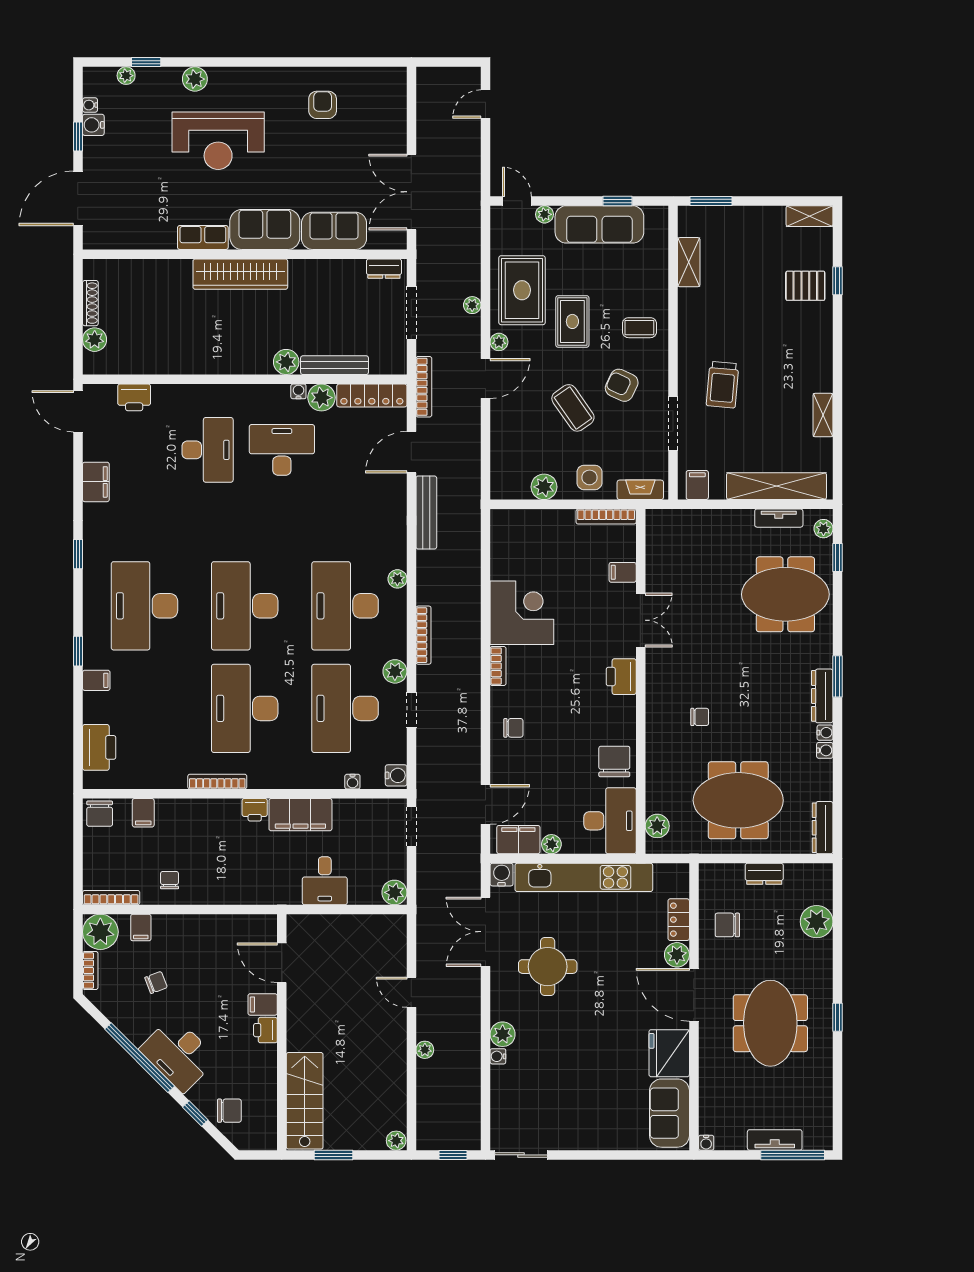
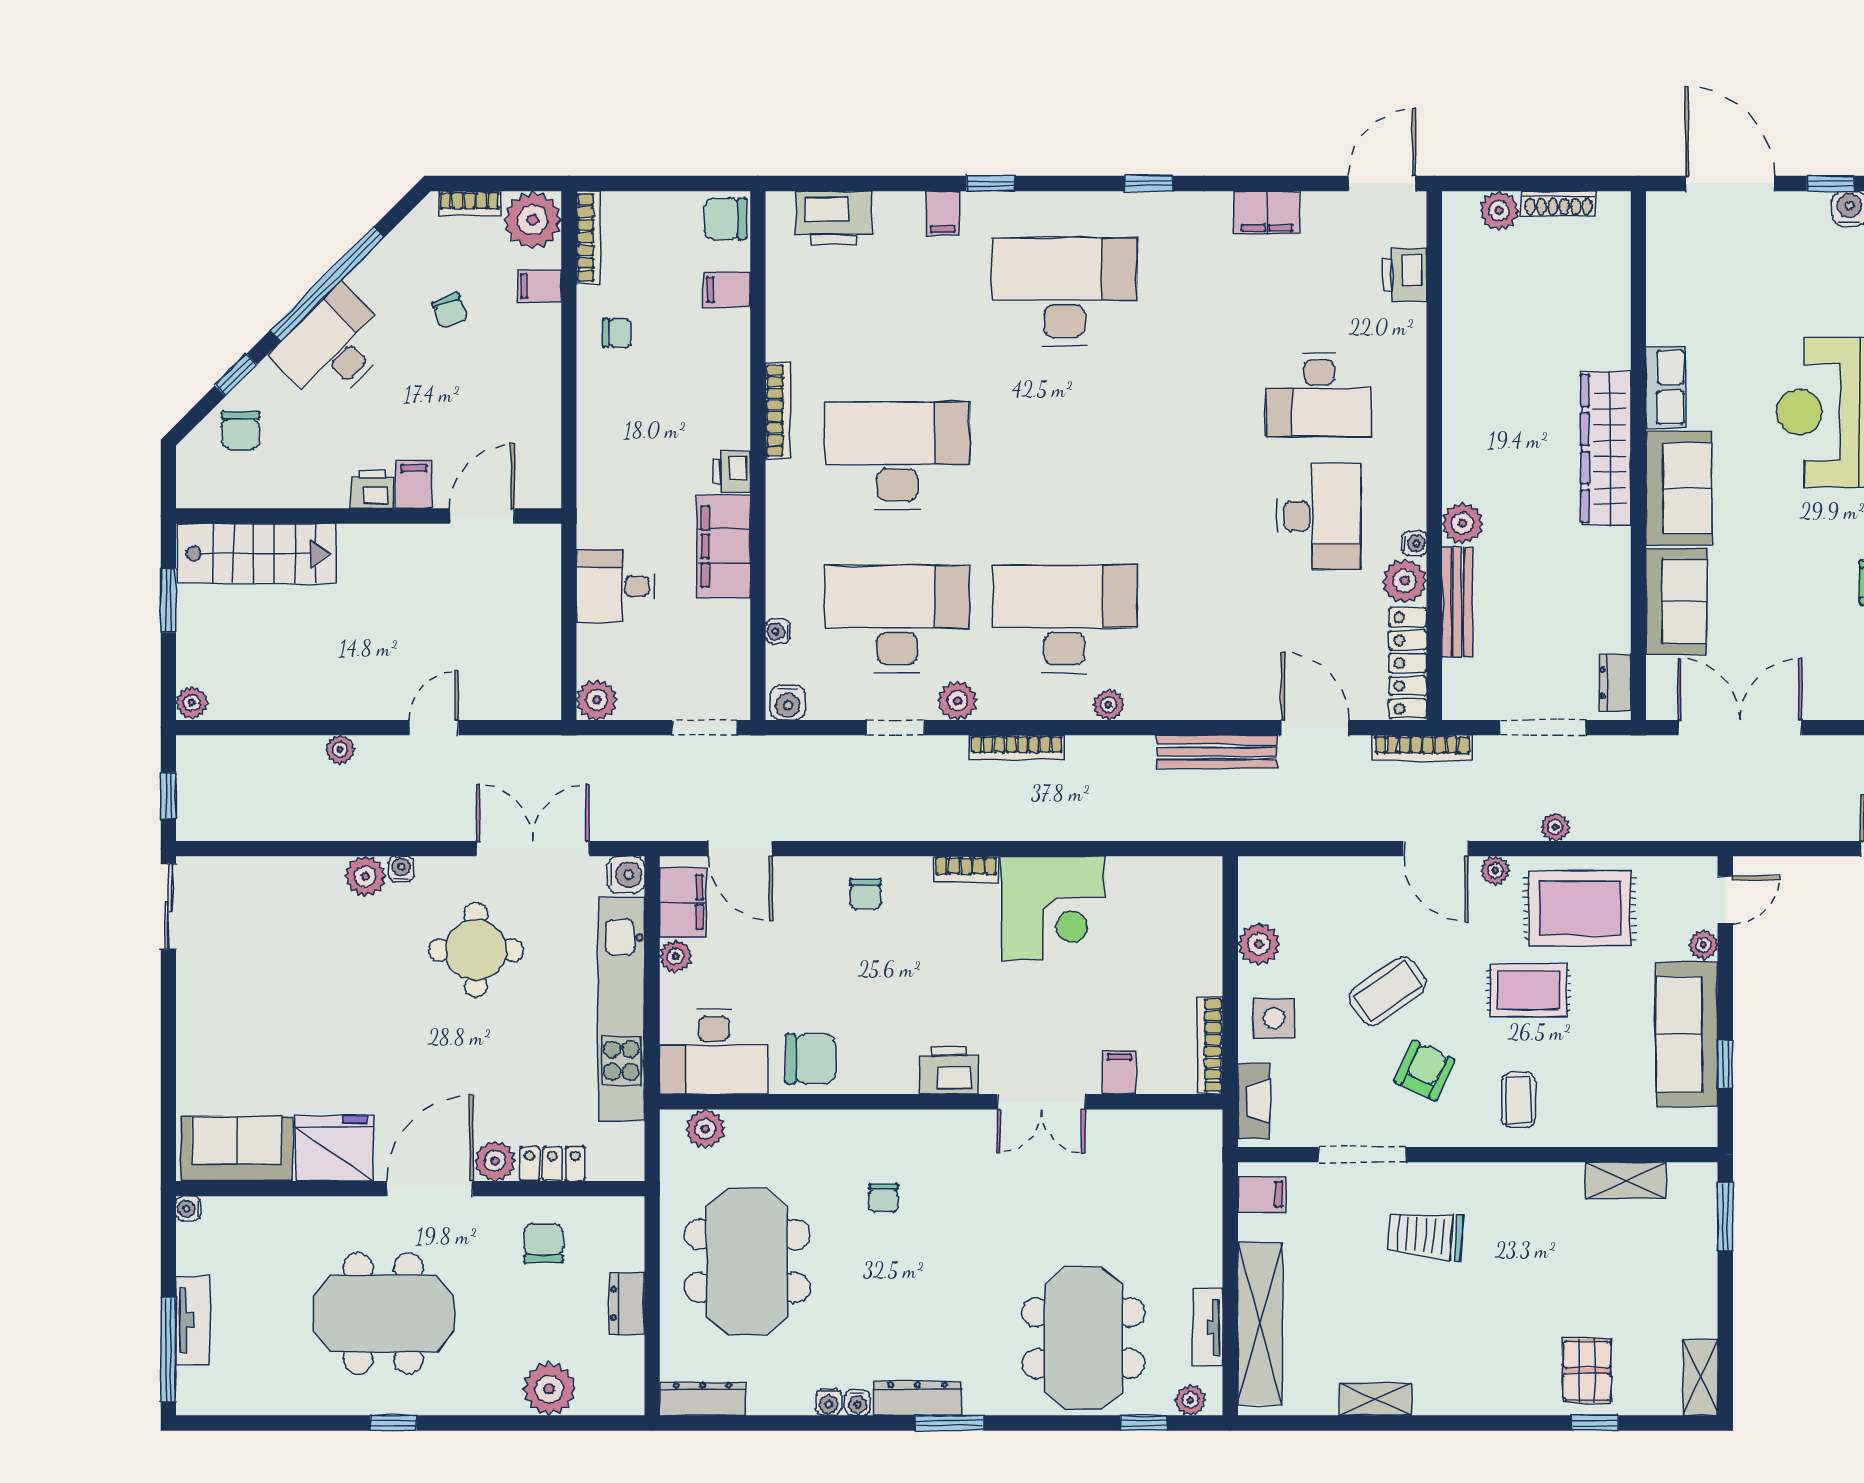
desk: (245, 606) -> (1065, 456), removed
water cooler: (498, 1056) -> (401, 869), moved

